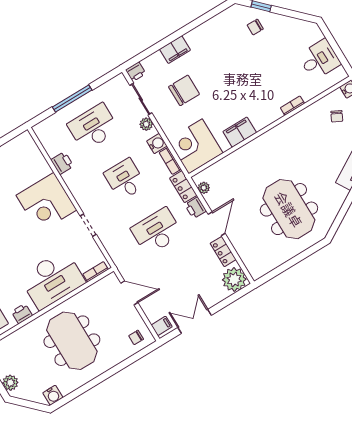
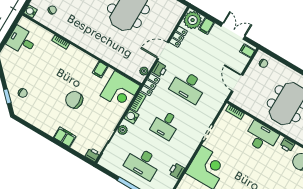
chair: (184, 90) -> (74, 100), moved
filing cabinet: (240, 132) -> (100, 70), width x0.50
desk: (52, 279) -> (261, 137), width x0.73, depth x0.77
filing cabinet: (218, 292) -> (206, 26), added
double door: (195, 321) -> (233, 31), swing flipped

